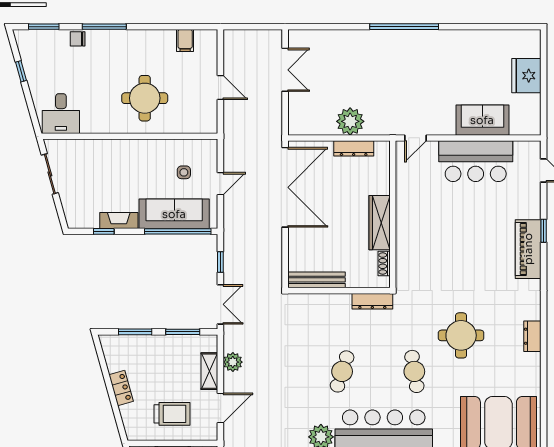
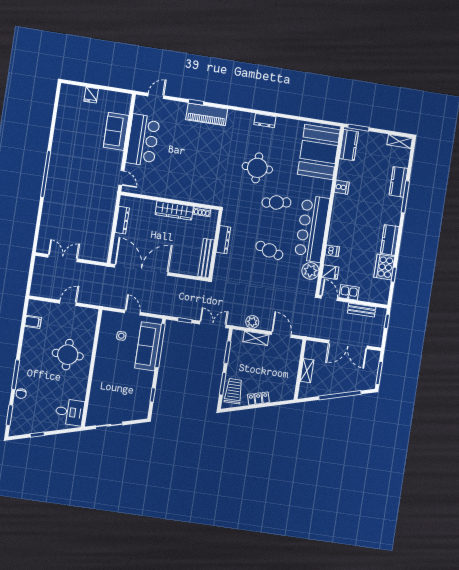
fridge: (526, 76) -> (91, 95), width x0.53, depth x0.75
plant: (350, 121) -> (104, 220), removed
fireplace: (119, 221) -> (147, 384), removed
dresser: (372, 301) -> (223, 240), moved
trolley: (172, 414) -> (234, 391), moved

